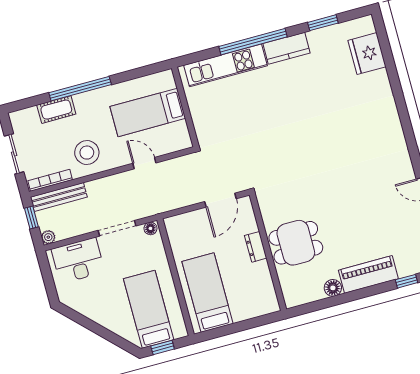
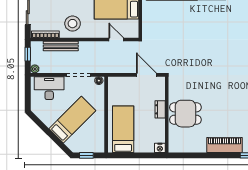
door: (144, 163) -> (116, 40), moved
bench: (59, 197) -> (61, 46), moved
door: (220, 200) -> (146, 75), swing flipped
floor lamp: (333, 288) -> (201, 147), removed
nightstand: (271, 306) -> (160, 148), added
bed: (149, 309) -> (72, 120), moved, turned 45

